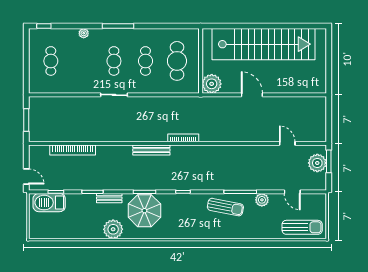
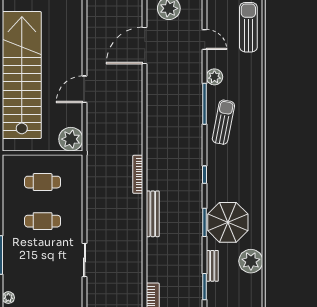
cafe table: (114, 61) -> (43, 260), removed
cafe table: (177, 61) -> (43, 182), width x0.73, depth x0.74
door: (287, 143) -> (145, 46), width x1.88
door: (292, 192) -> (205, 39), hinge flipped

